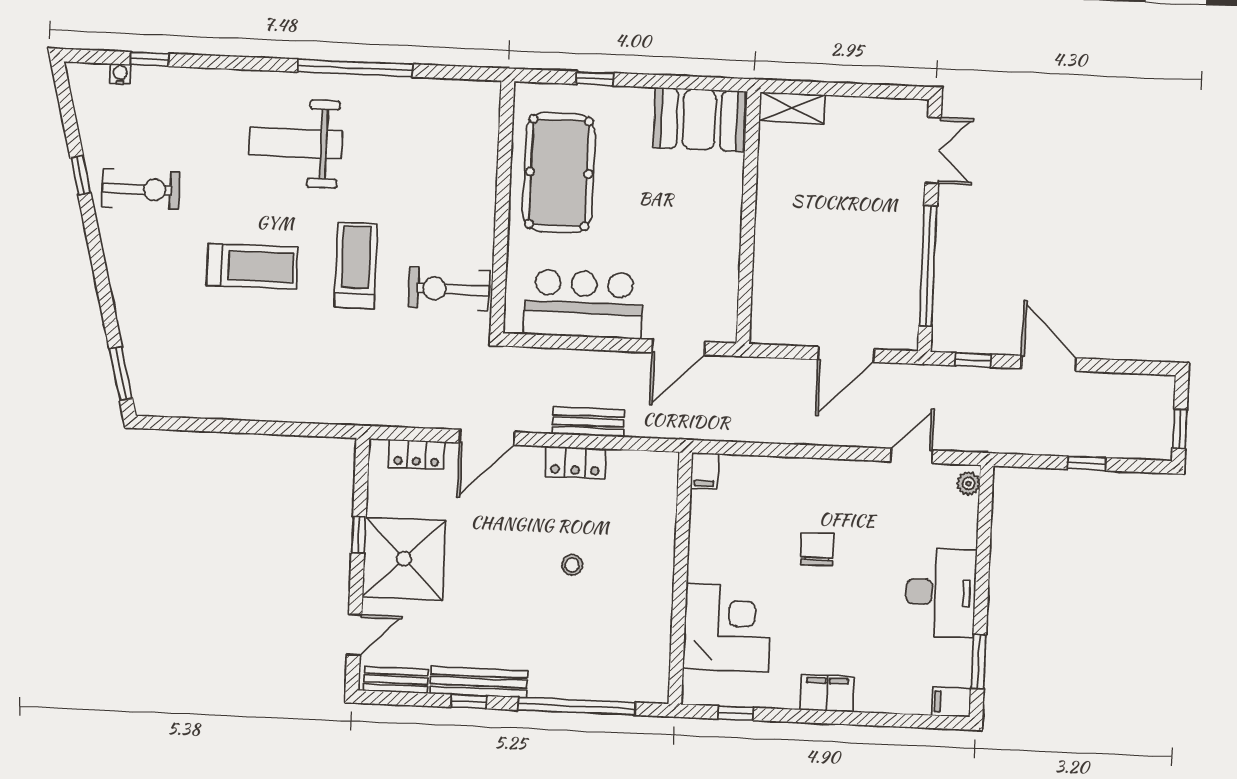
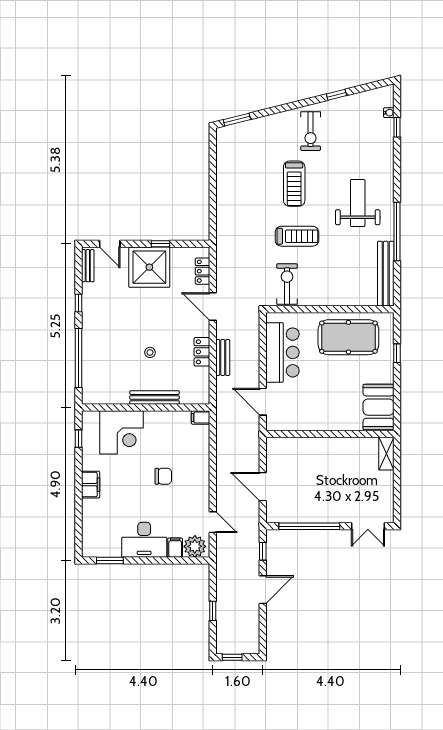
bench: (437, 94) -> (386, 274), added
exercise bike: (141, 189) -> (311, 131), moved
plant: (968, 484) -> (195, 546), width x1.87, depth x1.87
bench: (479, 682) -> (155, 398), moved, turned 90
filing cabinet: (951, 702) -> (175, 548), moved

